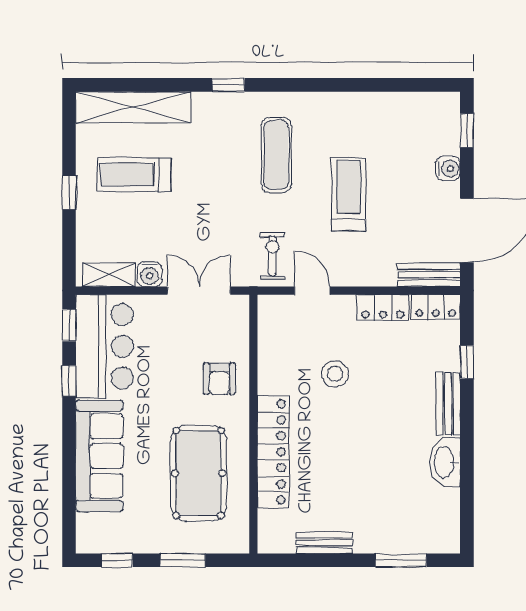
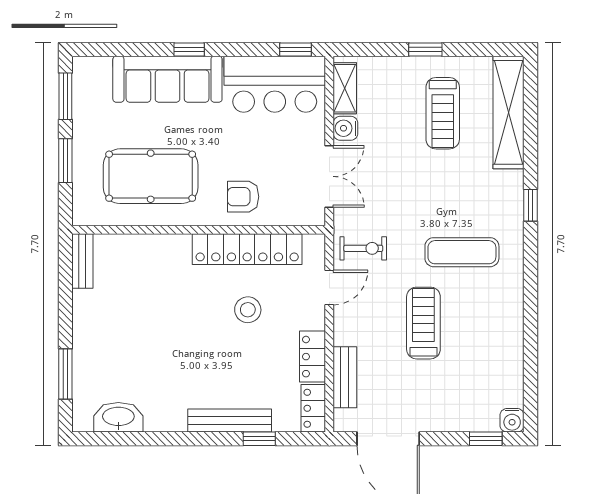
water cooler: (448, 168) -> (512, 420), moved
treadmill: (134, 175) -> (443, 113), turned 180
treadmill: (349, 194) -> (423, 323), turned -90
bench: (429, 275) -> (345, 377), moved
window: (69, 381) -> (189, 49), moved
bench: (448, 404) -> (230, 421), width x1.36
locker: (273, 452) -> (247, 249), moved
washbasin: (445, 462) -> (118, 417), moved
bench: (324, 543) -> (82, 261), moved
window: (117, 560) -> (65, 96), width x1.50

